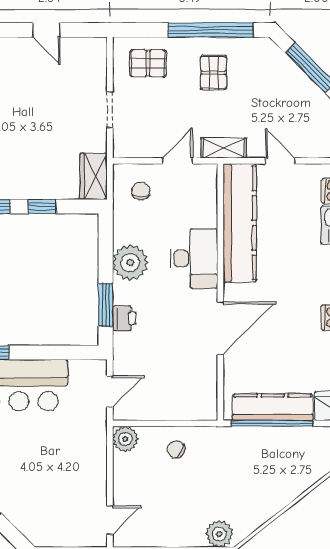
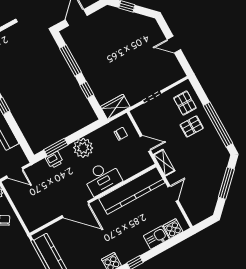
door: (46, 30) -> (174, 45), hinge flipped
pallet: (214, 73) -> (192, 126), moved

